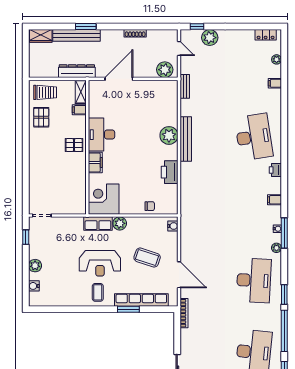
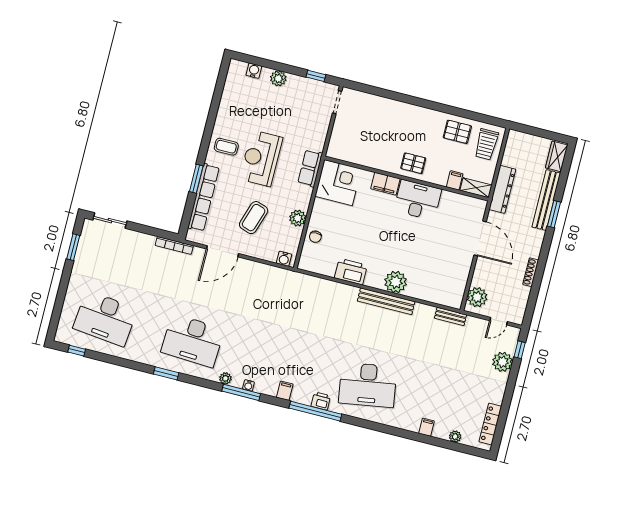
locker: (266, 35) -> (490, 424), width x1.53
pallet: (74, 145) -> (413, 163), turned 90
plant: (120, 223) -> (298, 218), moved
window: (284, 331) -> (315, 411), moved

